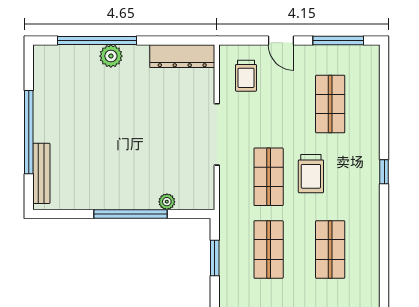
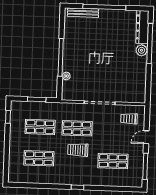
dresser: (182, 56) -> (142, 27), moved

